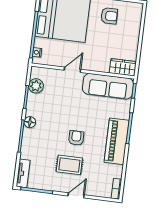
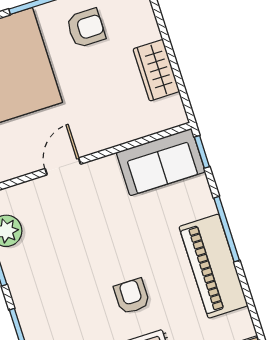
wardrobe: (123, 67) -> (156, 70), moved, turned -90
sofa: (108, 86) -> (161, 162), width x0.73
floor lamp: (30, 122) -> (27, 307), removed

